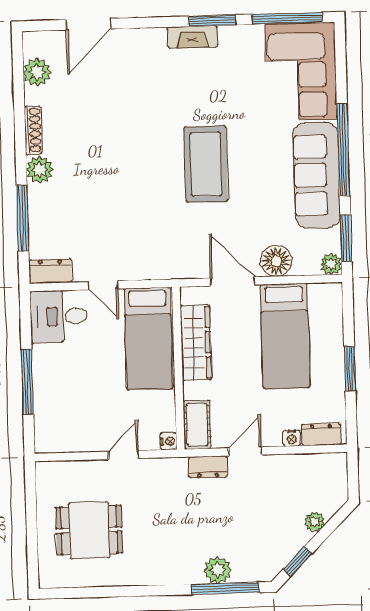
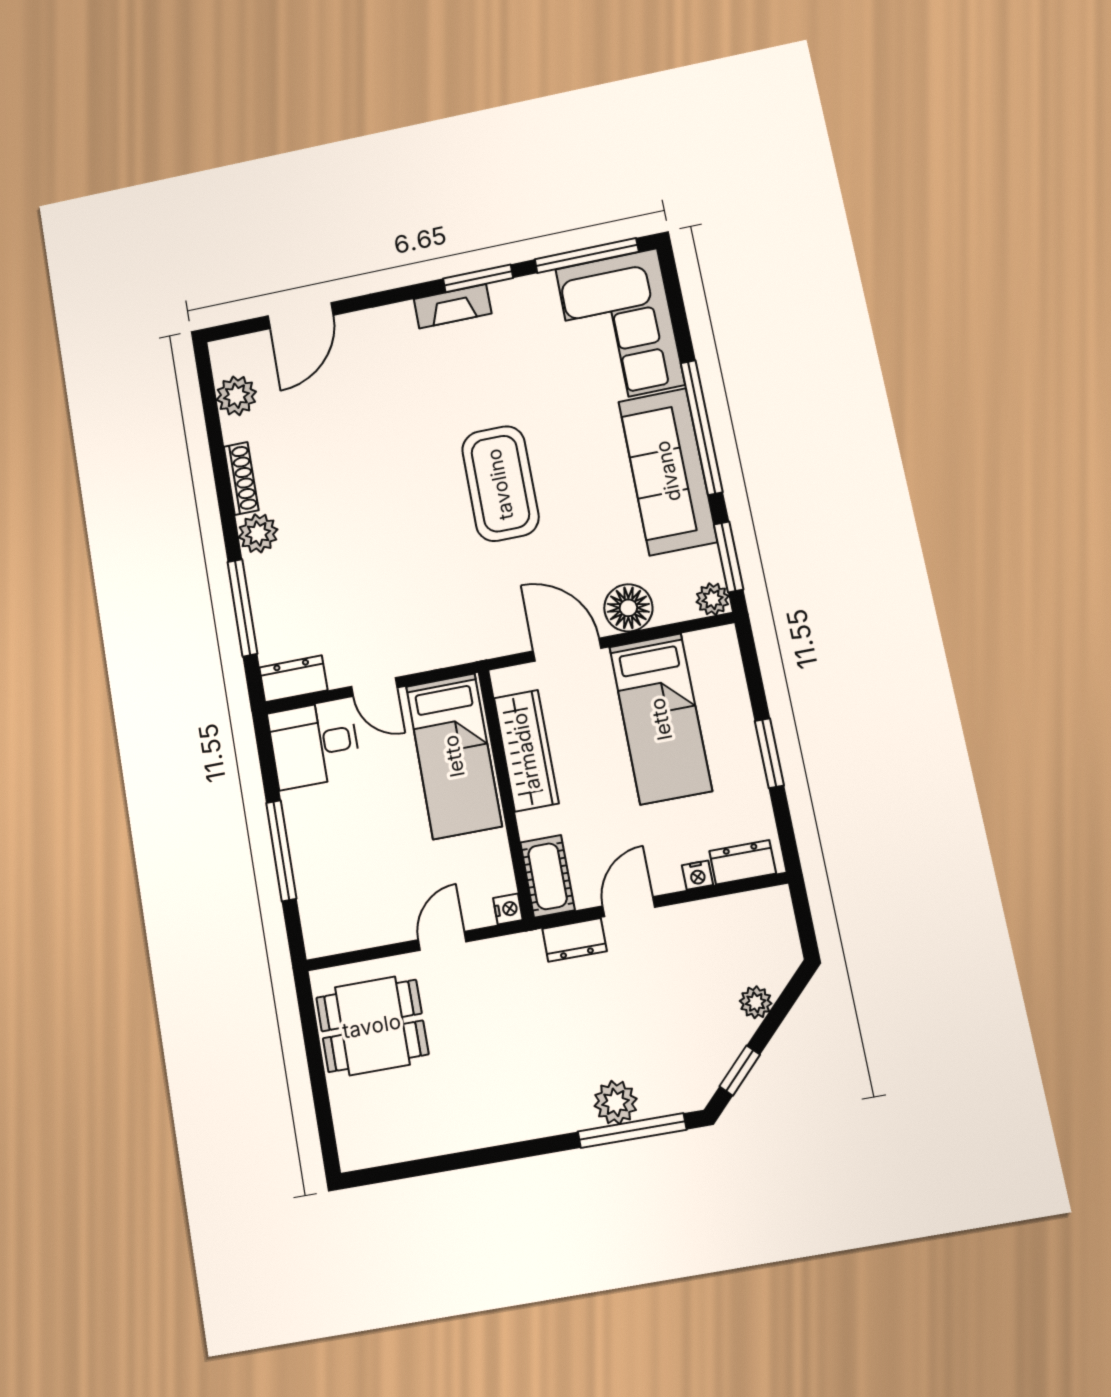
dining table: (89, 530) -> (372, 1026), moved

